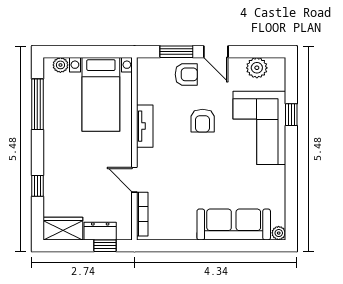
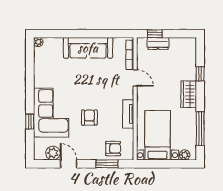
door: (216, 52) -> (69, 164), moved
armchair: (186, 74) -> (113, 148), moved, turned 180
sofa: (234, 224) -> (88, 48), moved
wardrobe: (63, 229) -> (189, 94), moved, turned 90

